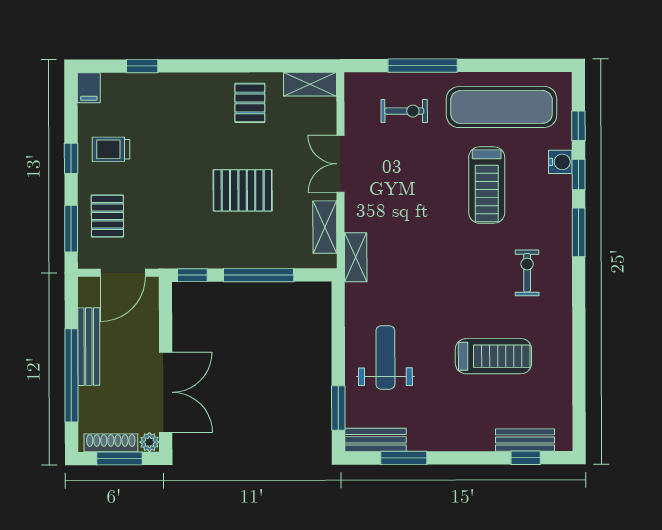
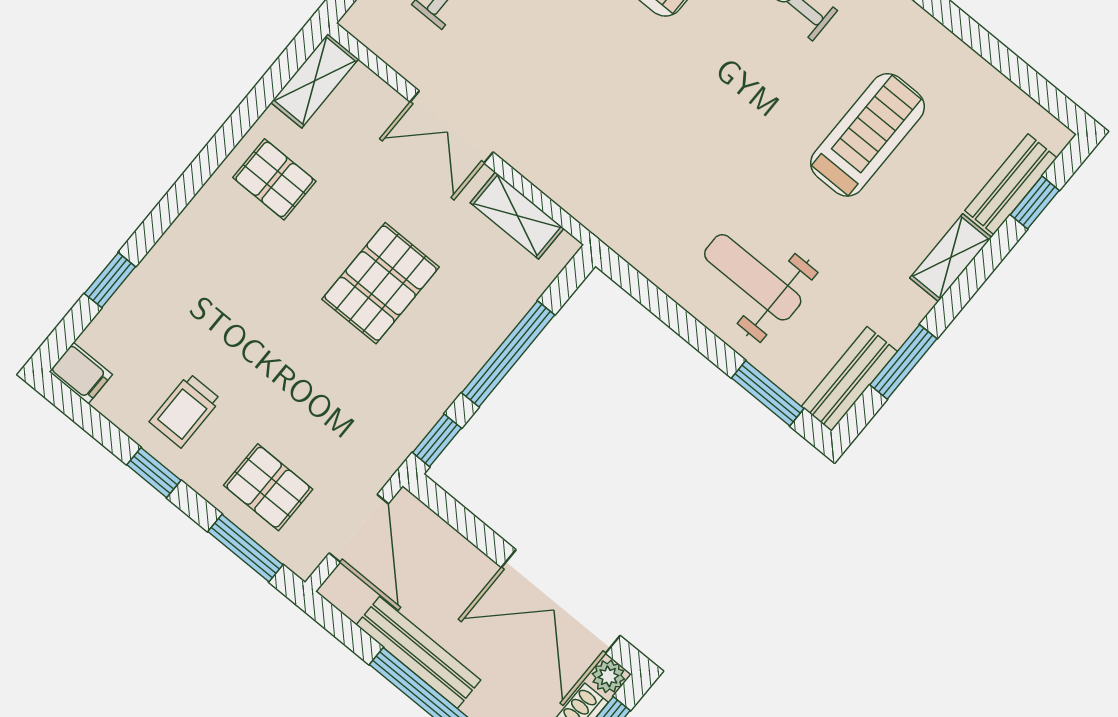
shelving: (356, 257) -> (951, 258), moved, turned 90
double door: (166, 392) -> (561, 601), swing flipped

